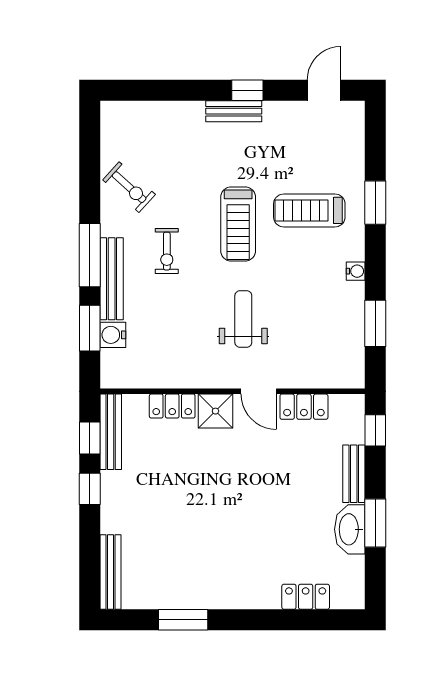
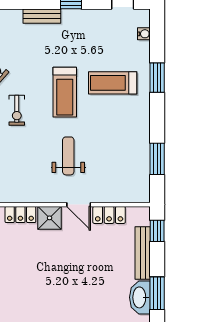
bench: (234, 111) -> (42, 16), moved
water cooler: (356, 271) -> (144, 34), moved
bench: (354, 474) -> (143, 253), width x1.36

